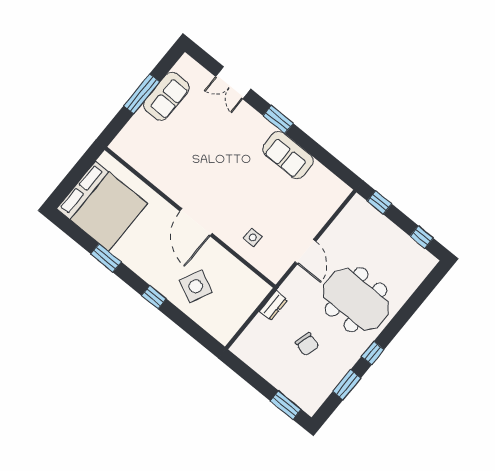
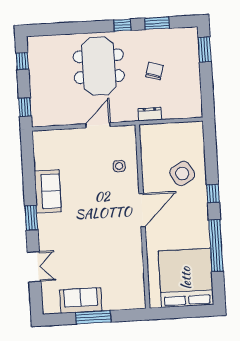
window: (106, 258) -> (216, 246), width x2.11
side table: (196, 286) -> (182, 173), turned 35

